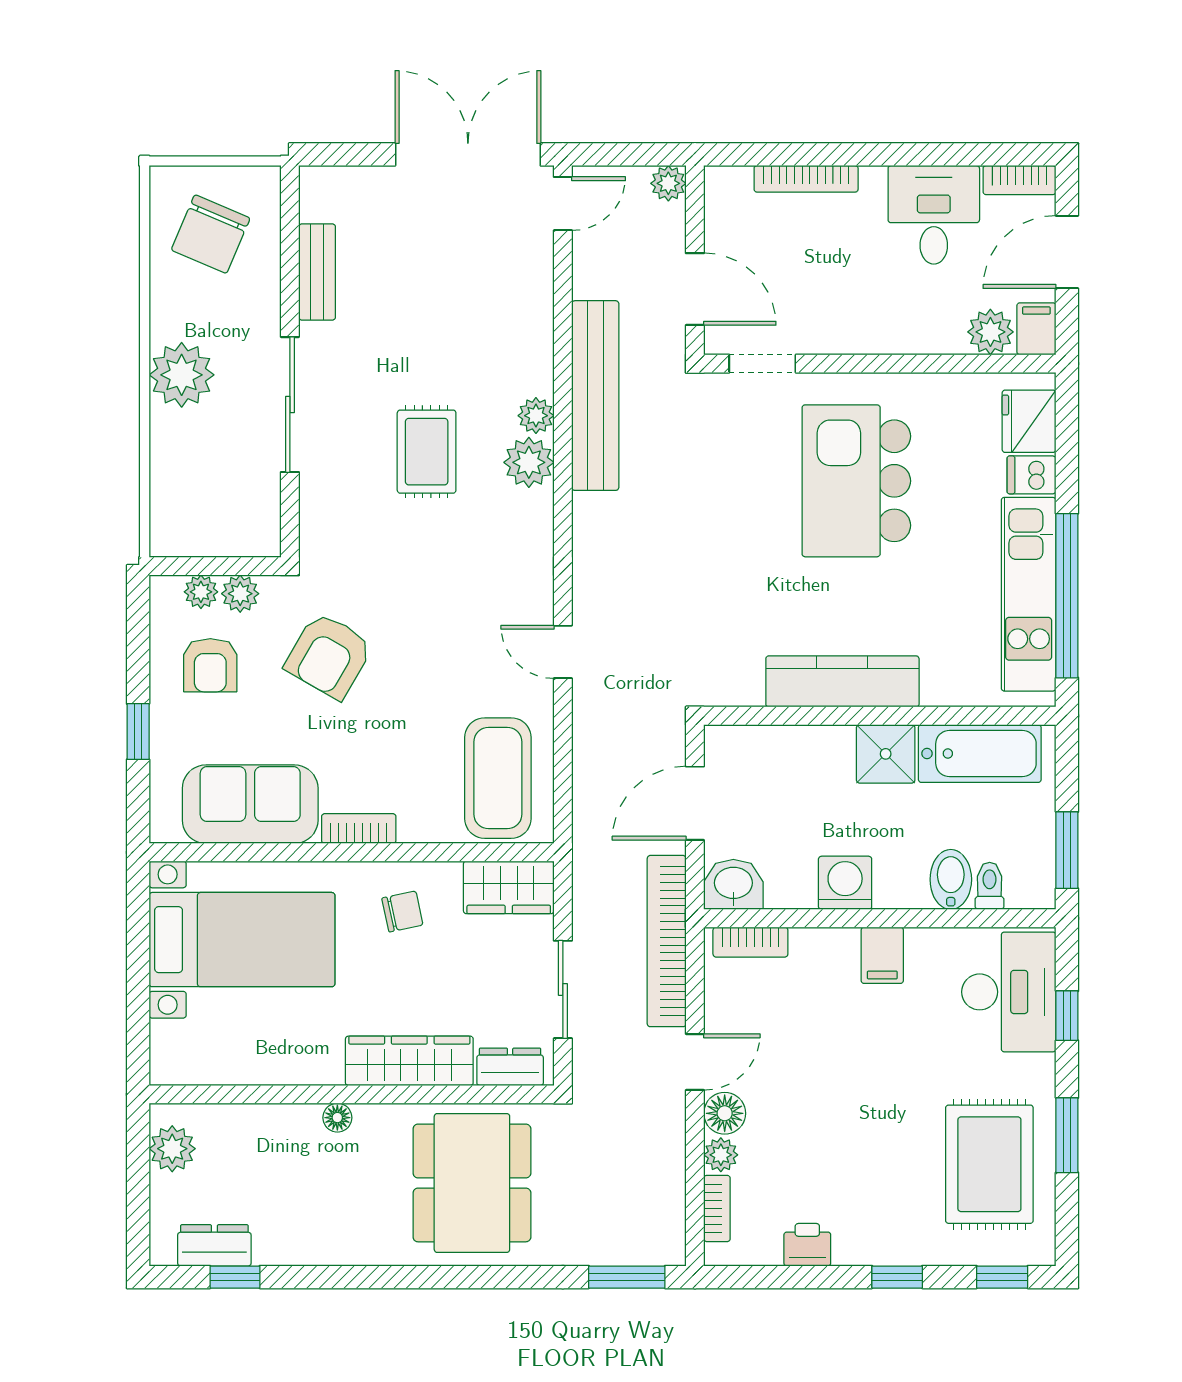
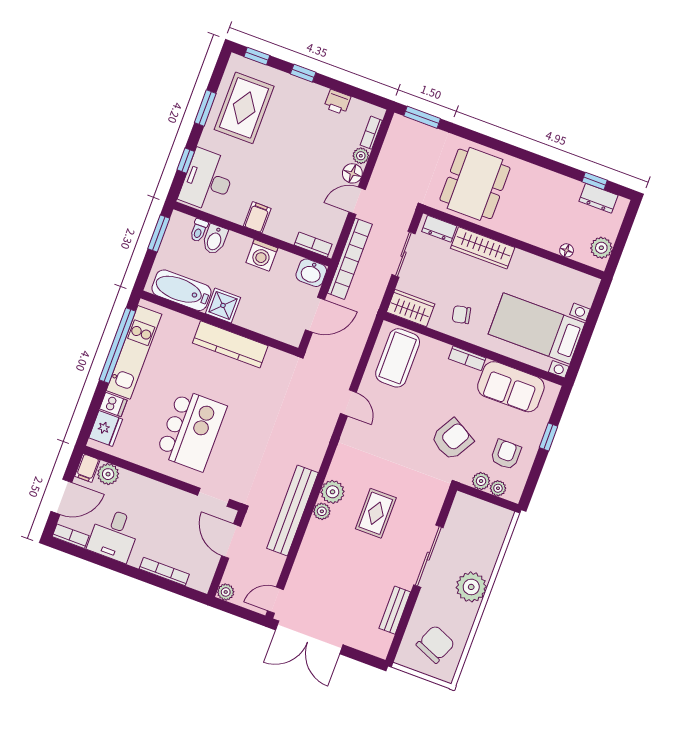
floor lamp: (337, 1118) -> (567, 250), moved

